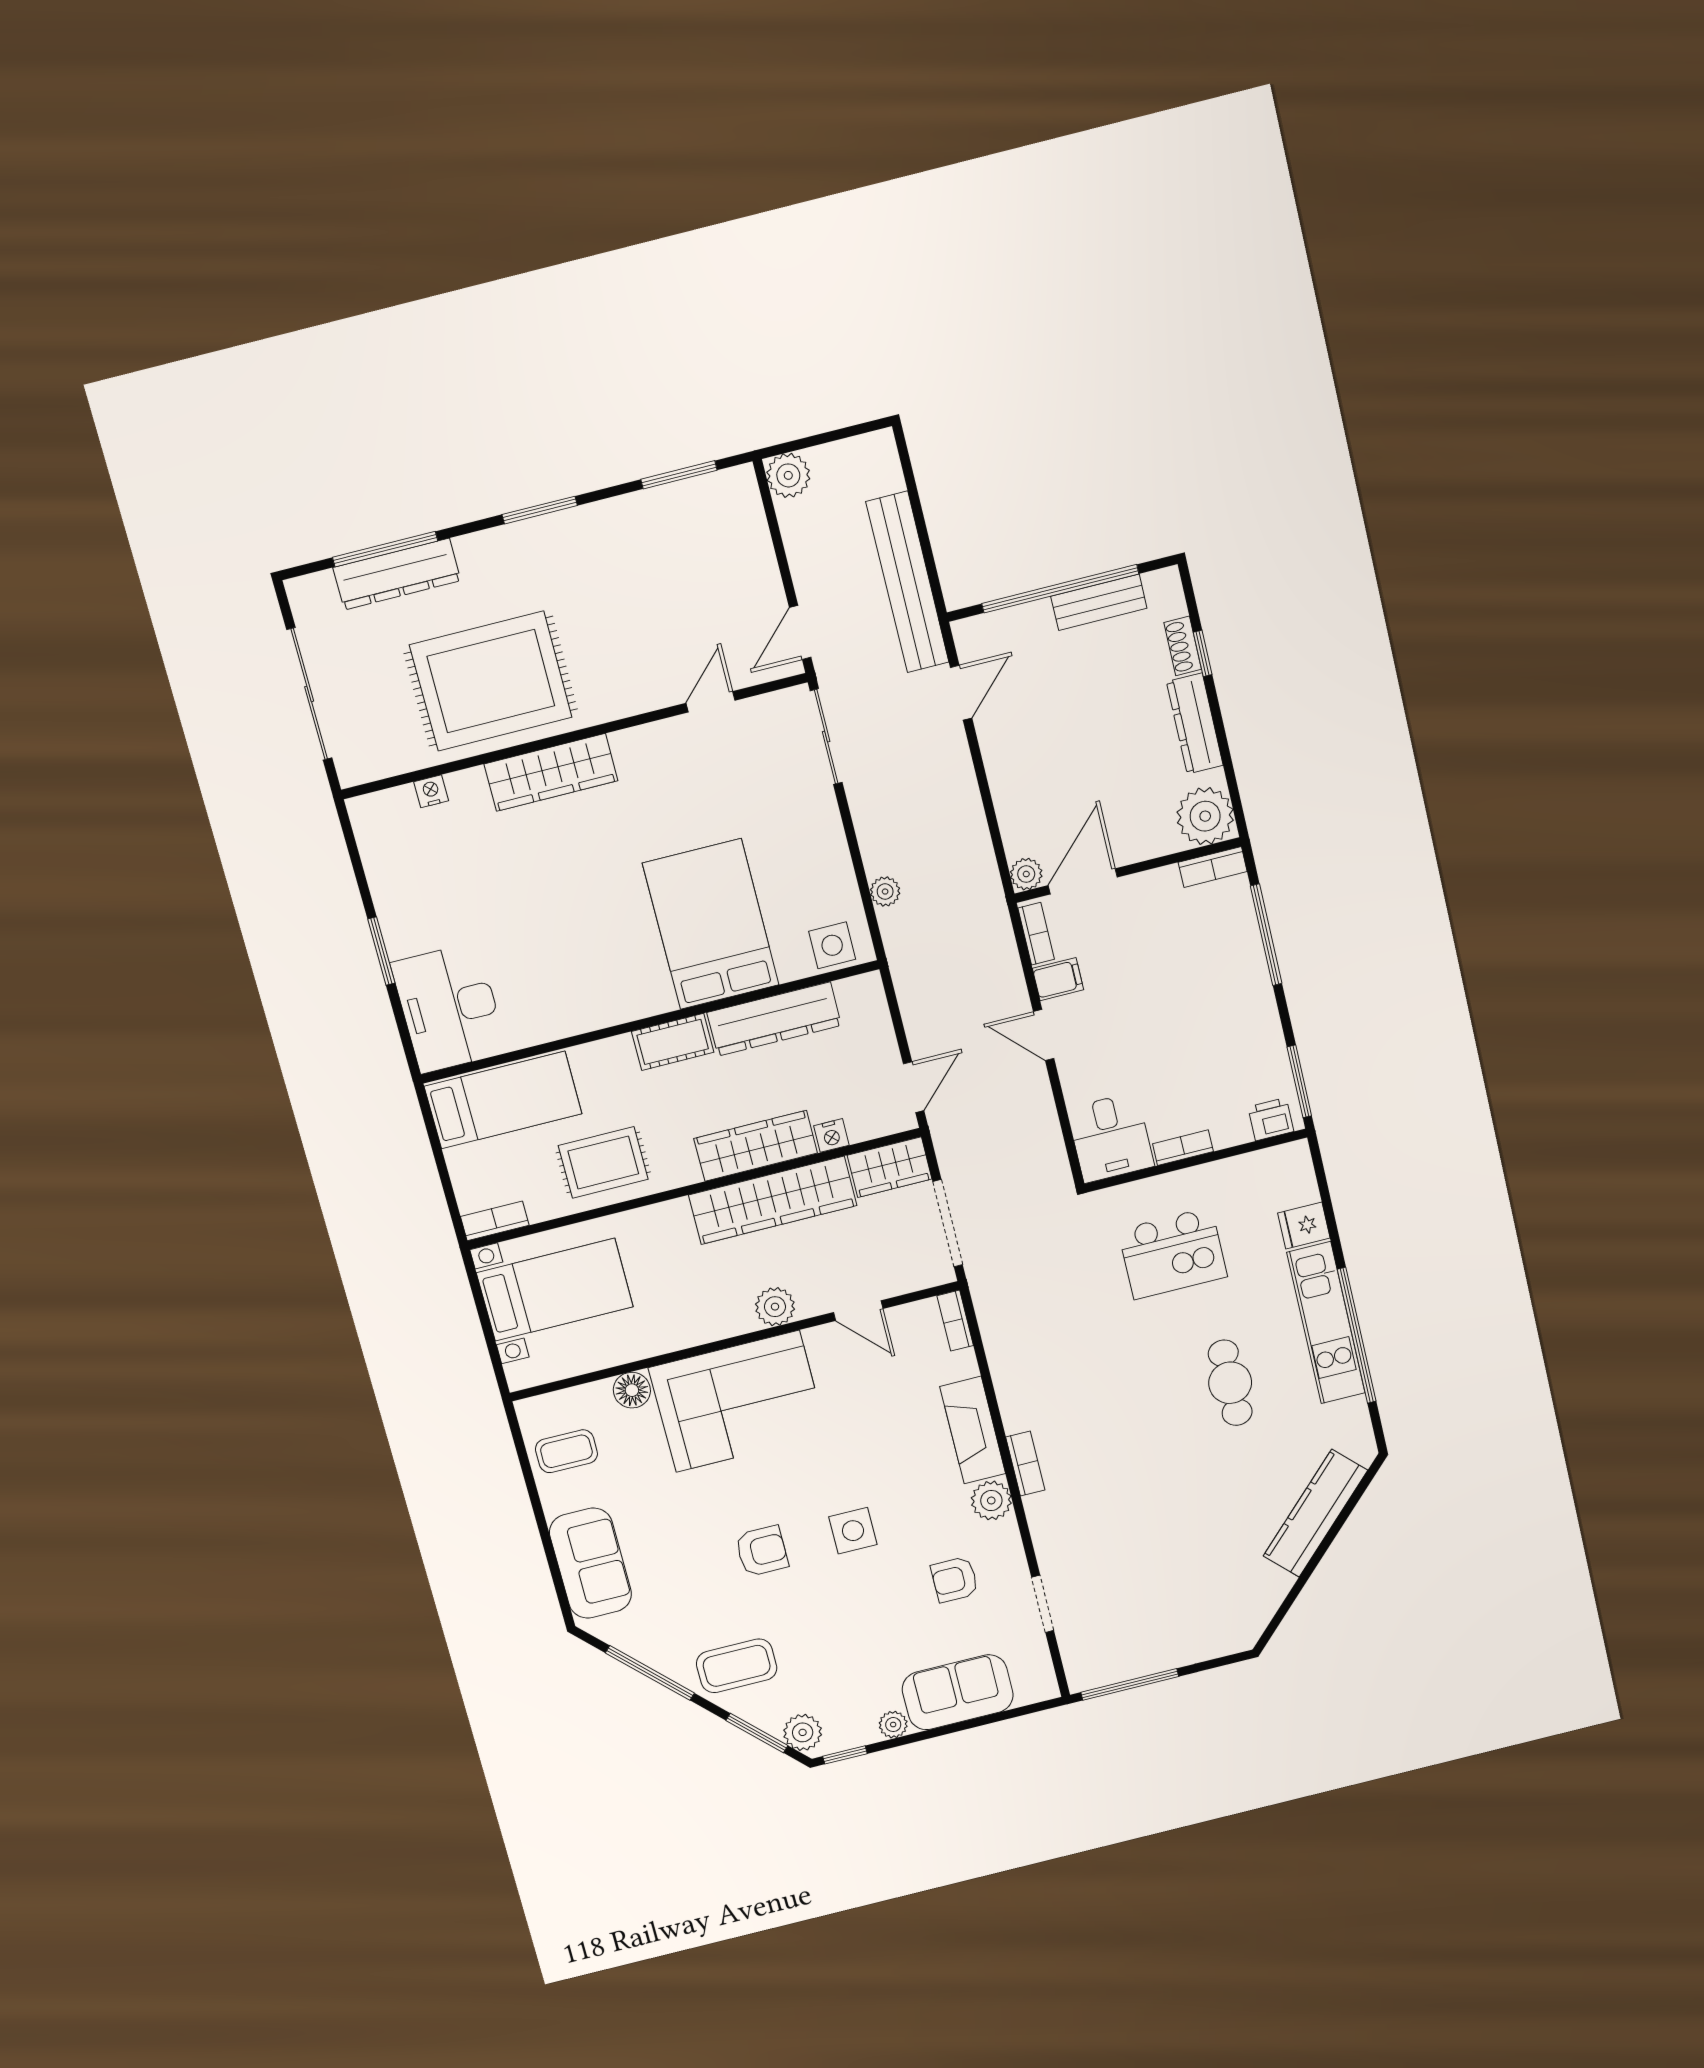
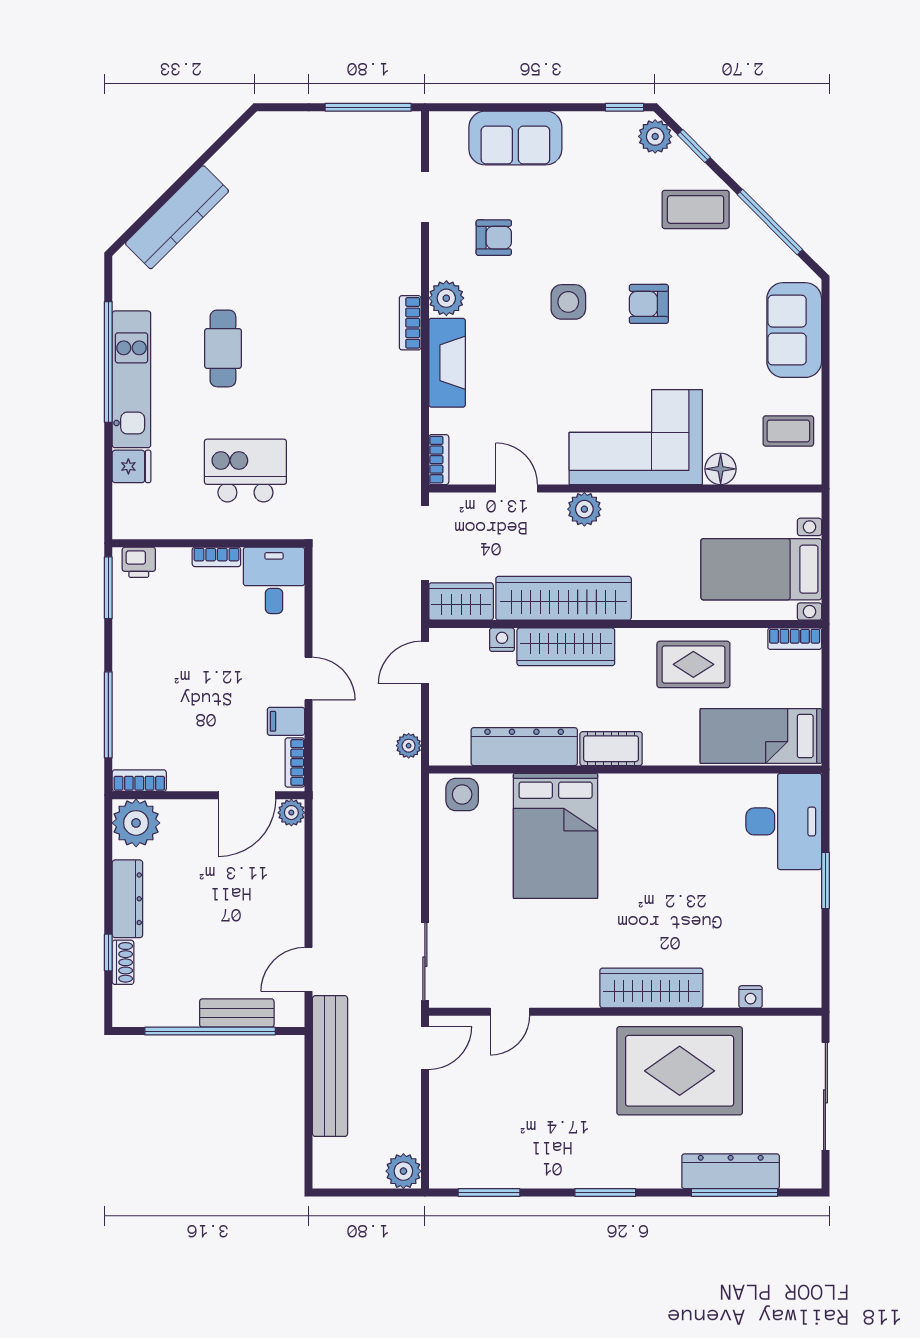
bench: (1099, 602) -> (237, 1013), moved
plant: (885, 892) -> (409, 746), moved
plant: (893, 1725) -> (577, 124), removed
window: (757, 1733) -> (694, 146), width x0.67

